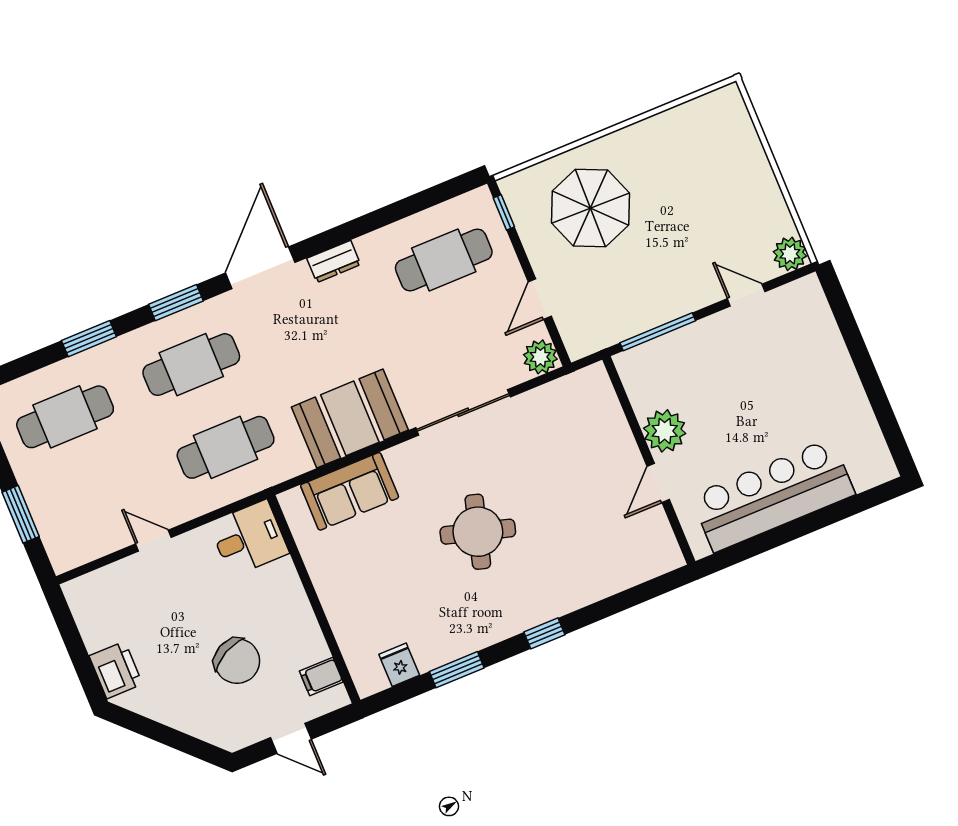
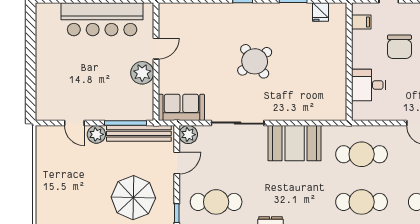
plant: (790, 254) -> (96, 134), moved
bench: (627, 323) -> (139, 133), added
sofa: (350, 491) -> (181, 107), moved
round table: (478, 532) -> (255, 61), turned 37
desk: (249, 538) -> (369, 85), moved
chair: (237, 661) -> (399, 47), turned -153

